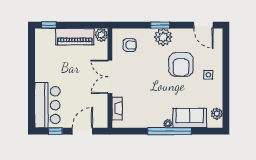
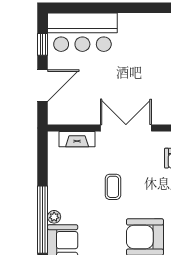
coffee table: (148, 85) -> (113, 187), added
door: (82, 131) -> (43, 86), hinge flipped

